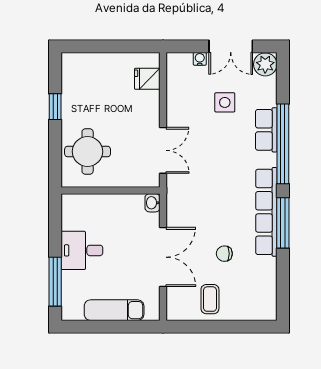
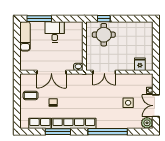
window: (55, 107) -> (104, 19), moved
row of seats: (266, 130) -> (40, 123), moved
window: (283, 223) -> (58, 132), moved
exam couch: (114, 310) -> (25, 36), moved

